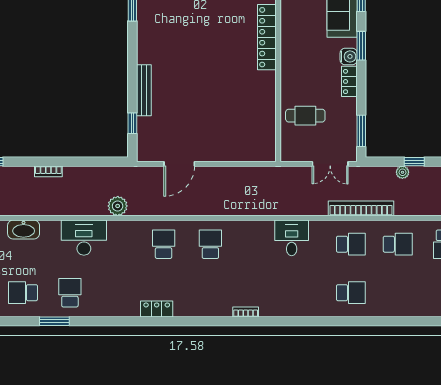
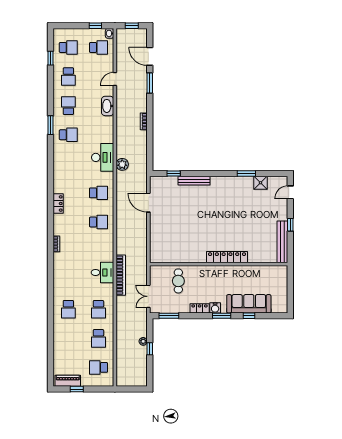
bookcase: (361, 208) -> (121, 275), moved
desk: (84, 238) -> (103, 157), moved
locker: (157, 309) -> (58, 203), moved

